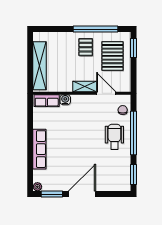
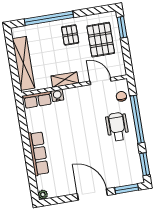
window: (96, 29) -> (49, 18), moved
shelving: (85, 87) -> (65, 80), moved
window: (52, 194) -> (127, 189), moved
door: (82, 194) -> (92, 194), hinge flipped

